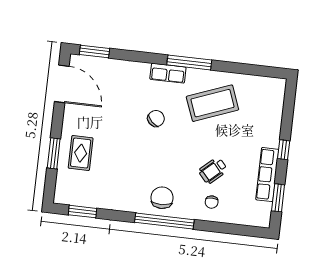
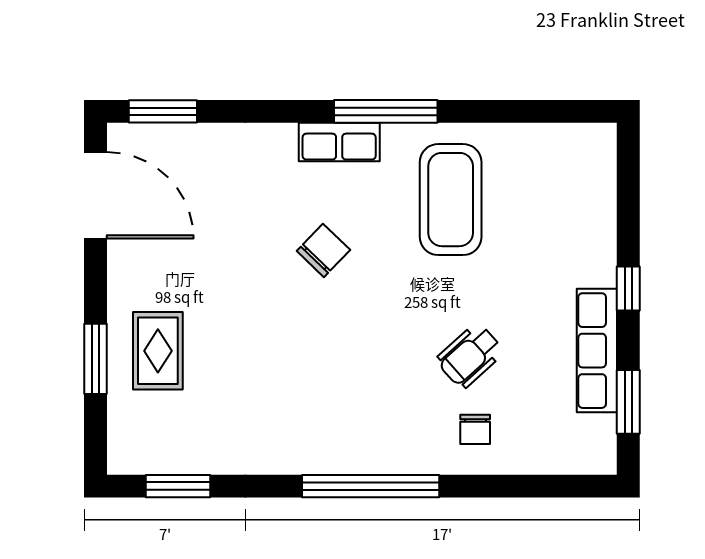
coffee table: (212, 103) -> (451, 200), turned -69
chair: (162, 198) -> (359, 433), removed

